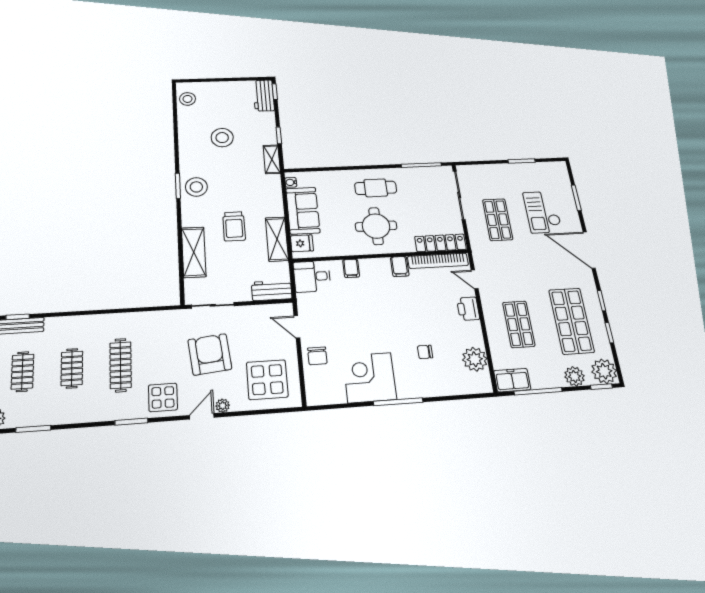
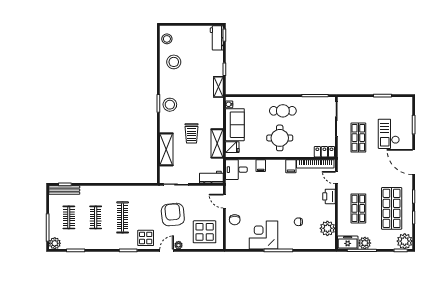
stool: (222, 138) -> (174, 62), moved
locker: (440, 243) -> (324, 152), width x0.66
plant: (574, 376) -> (365, 243), moved

